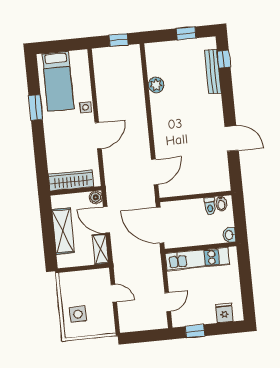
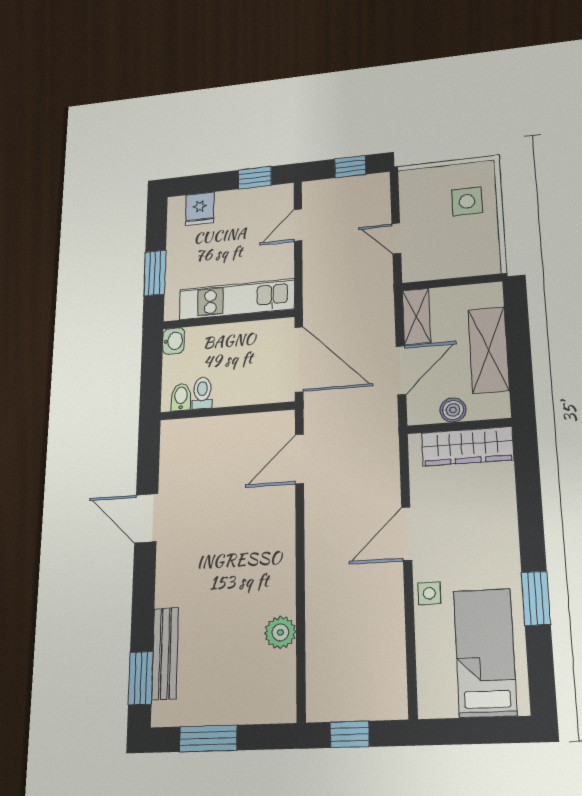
window: (186, 33) -> (208, 738), width x1.50
window: (224, 59) -> (141, 678), width x1.50
boiler: (96, 197) -> (453, 410), moved
door: (106, 220) -> (401, 370), hinge flipped
window: (245, 275) -> (155, 273), added
window: (142, 337) -> (350, 167), added

